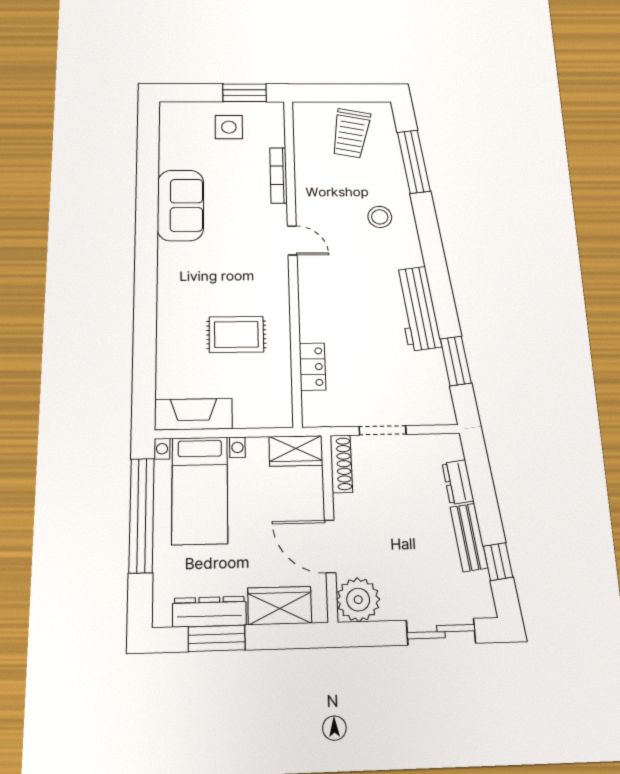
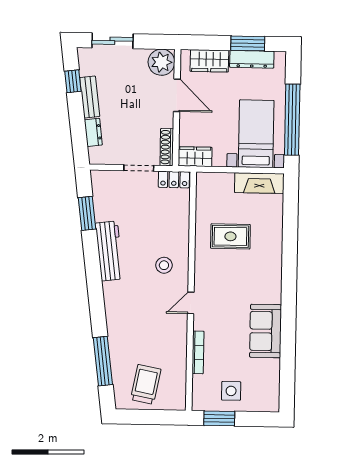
stool: (380, 217) -> (164, 265), moved
door: (292, 240) -> (191, 303), hinge flipped
locker: (313, 367) -> (174, 180), moved, turned -90

